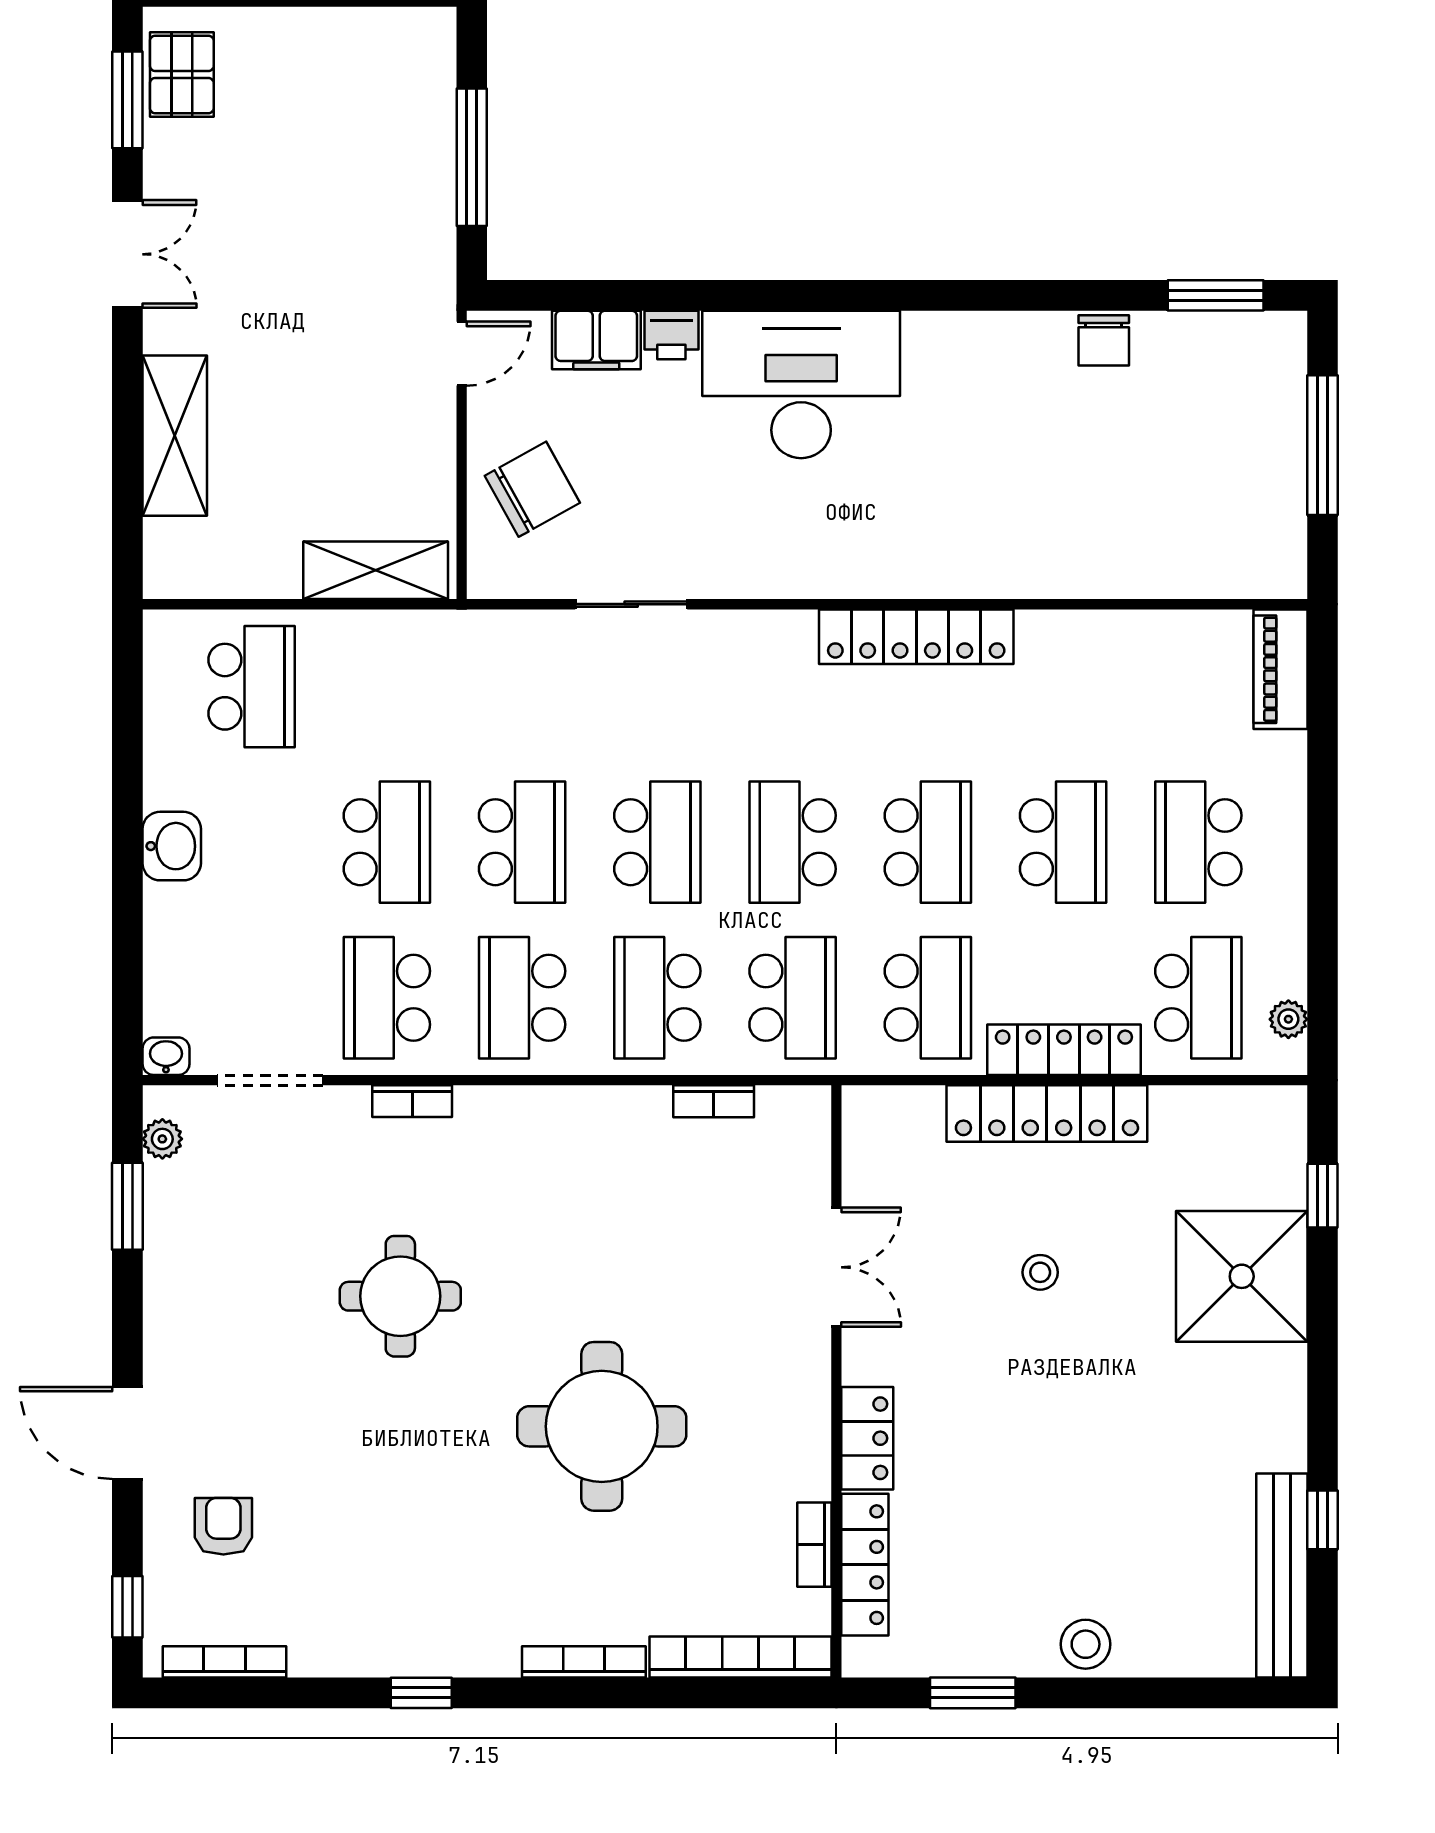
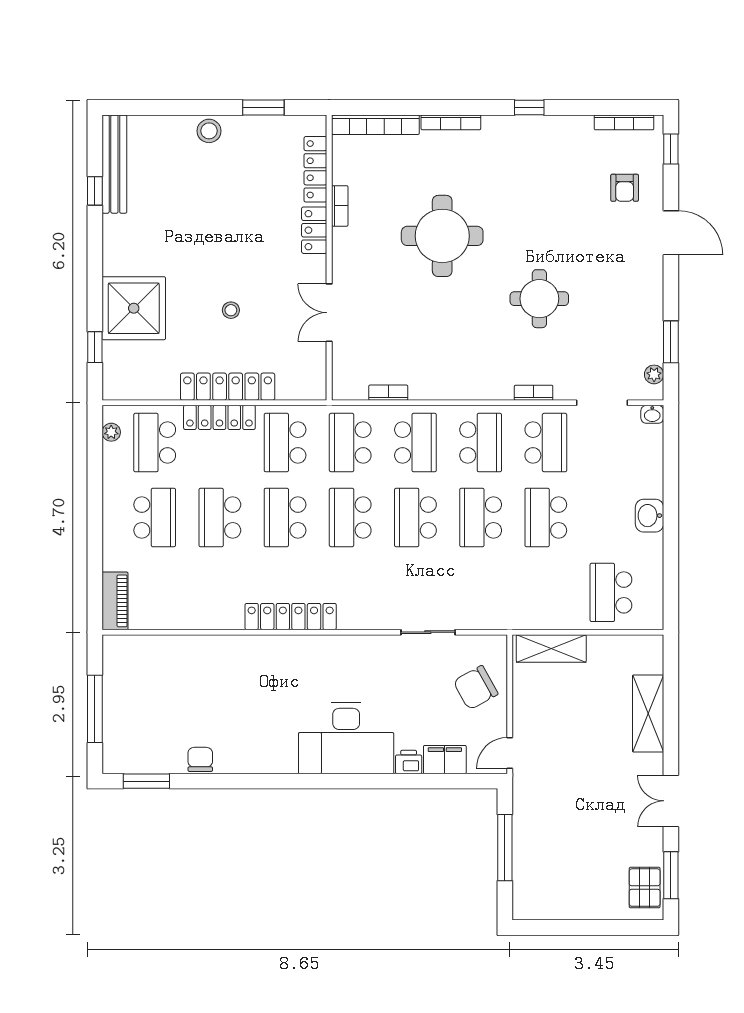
school desk: (793, 842) -> (350, 517), turned 180
bookcase: (814, 1545) -> (340, 206), moved

